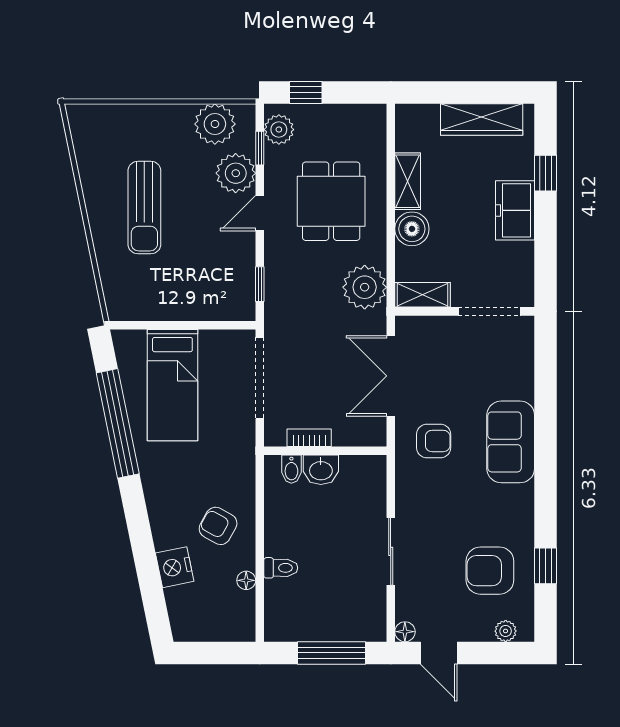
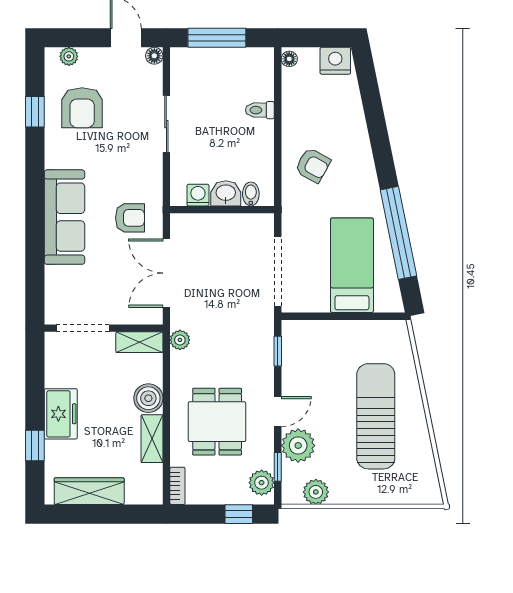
plant: (215, 124) -> (316, 492), width x0.73, depth x0.73
sun lounger: (144, 208) -> (376, 416), width x1.36, depth x1.34
plant: (365, 287) -> (180, 340), width x0.53, depth x0.53
double door: (391, 376) -> (166, 273), swing flipped
bookcase: (309, 438) -> (177, 486), moved, turned -90
armchair: (434, 441) -> (130, 218), turned 180
sofa: (511, 442) -> (64, 217), width x1.36
washing machine: (354, 468) -> (198, 195), added
armchair: (218, 526) -> (313, 165), moved
nightstand: (175, 567) -> (335, 61), moved, turned -78
armchair: (490, 571) -> (82, 108), turned 90
floor lamp: (246, 580) -> (289, 59), moved

